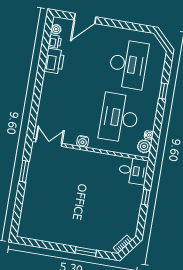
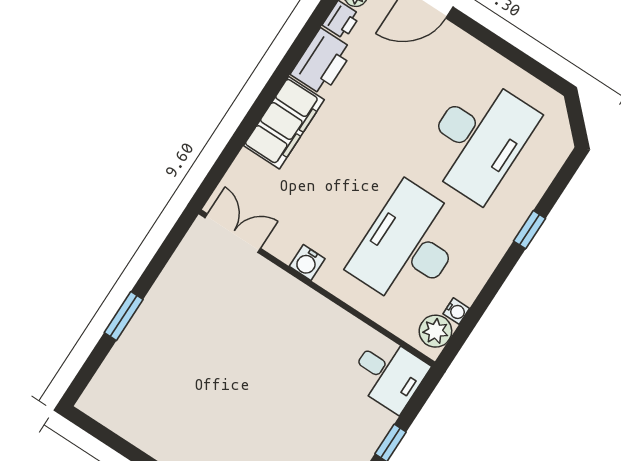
filing cabinet: (50, 91) -> (284, 123), added
window: (24, 171) -> (124, 316), moved

